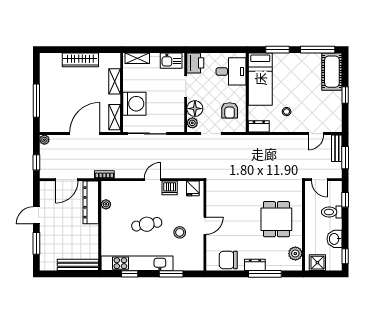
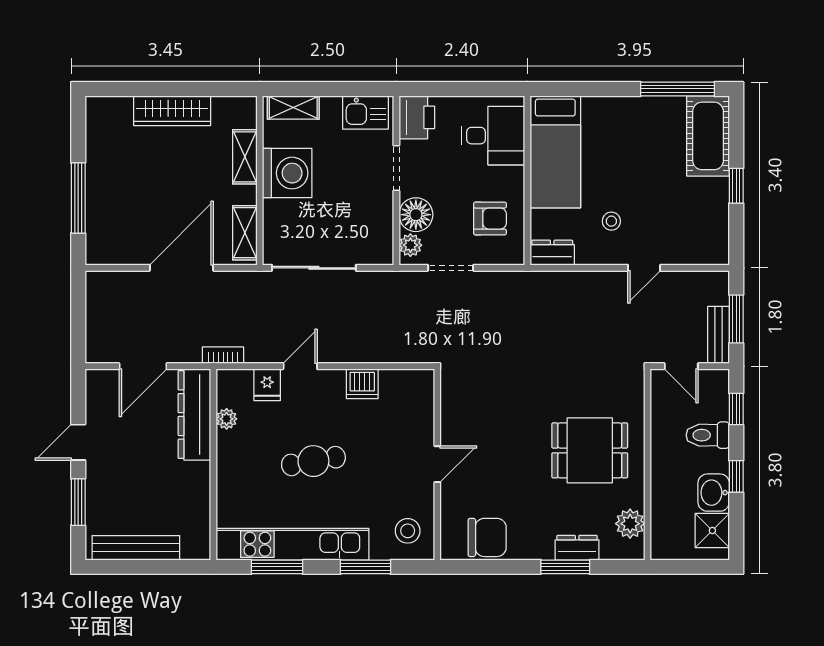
window: (278, 50) -> (592, 89), removed
washing machine: (134, 104) -> (287, 173), moved
armchair: (230, 110) -> (490, 219), turned -90
door: (316, 134) -> (644, 268), moved
plant: (44, 140) -> (95, 281), removed
bench: (337, 148) -> (719, 335), moved
window: (36, 162) -> (78, 329), removed
door: (152, 180) -> (300, 366), moved
fridge: (193, 188) -> (267, 385), moved
dining table: (276, 219) -> (590, 450), turned 90
stool: (180, 232) -> (408, 531), moved
window: (345, 256) -> (736, 476), moved
chair: (228, 260) -> (487, 537), turned 180
shower: (317, 263) -> (712, 530), moved
bench: (78, 265) -> (136, 548), moved
dresser: (255, 265) -> (577, 548), moved
window: (130, 274) -> (277, 567), width x1.50
window: (265, 274) -> (565, 567), width x0.69

